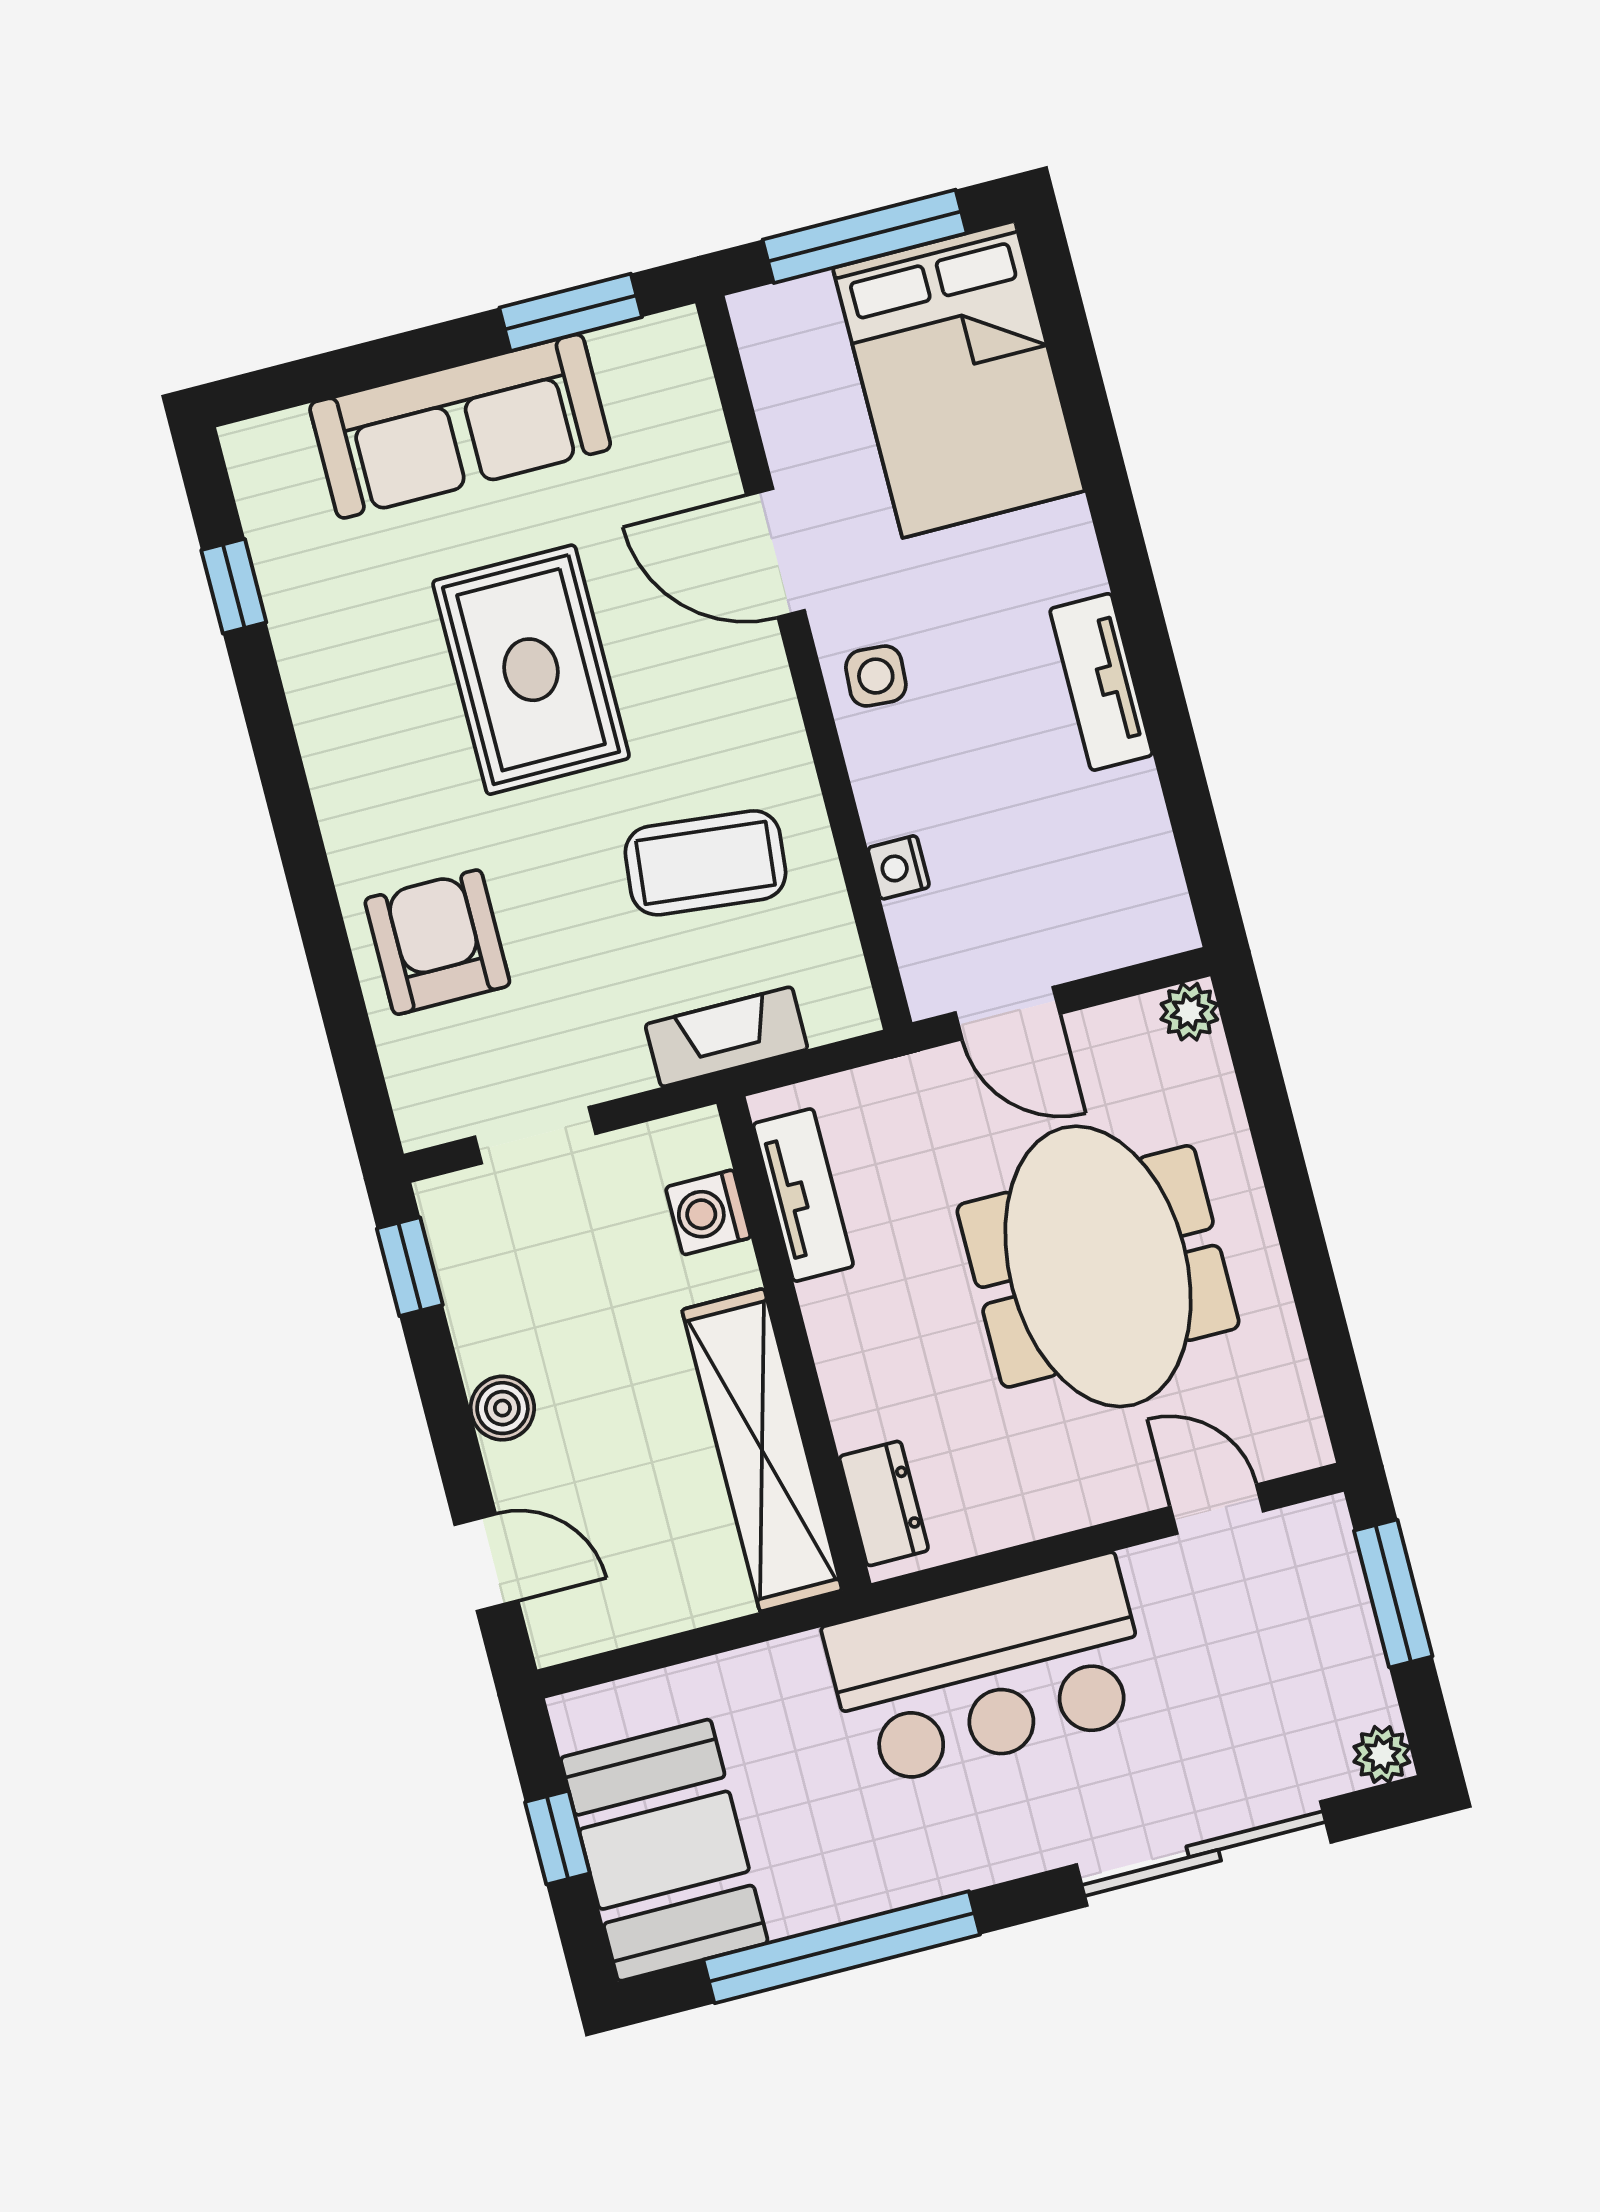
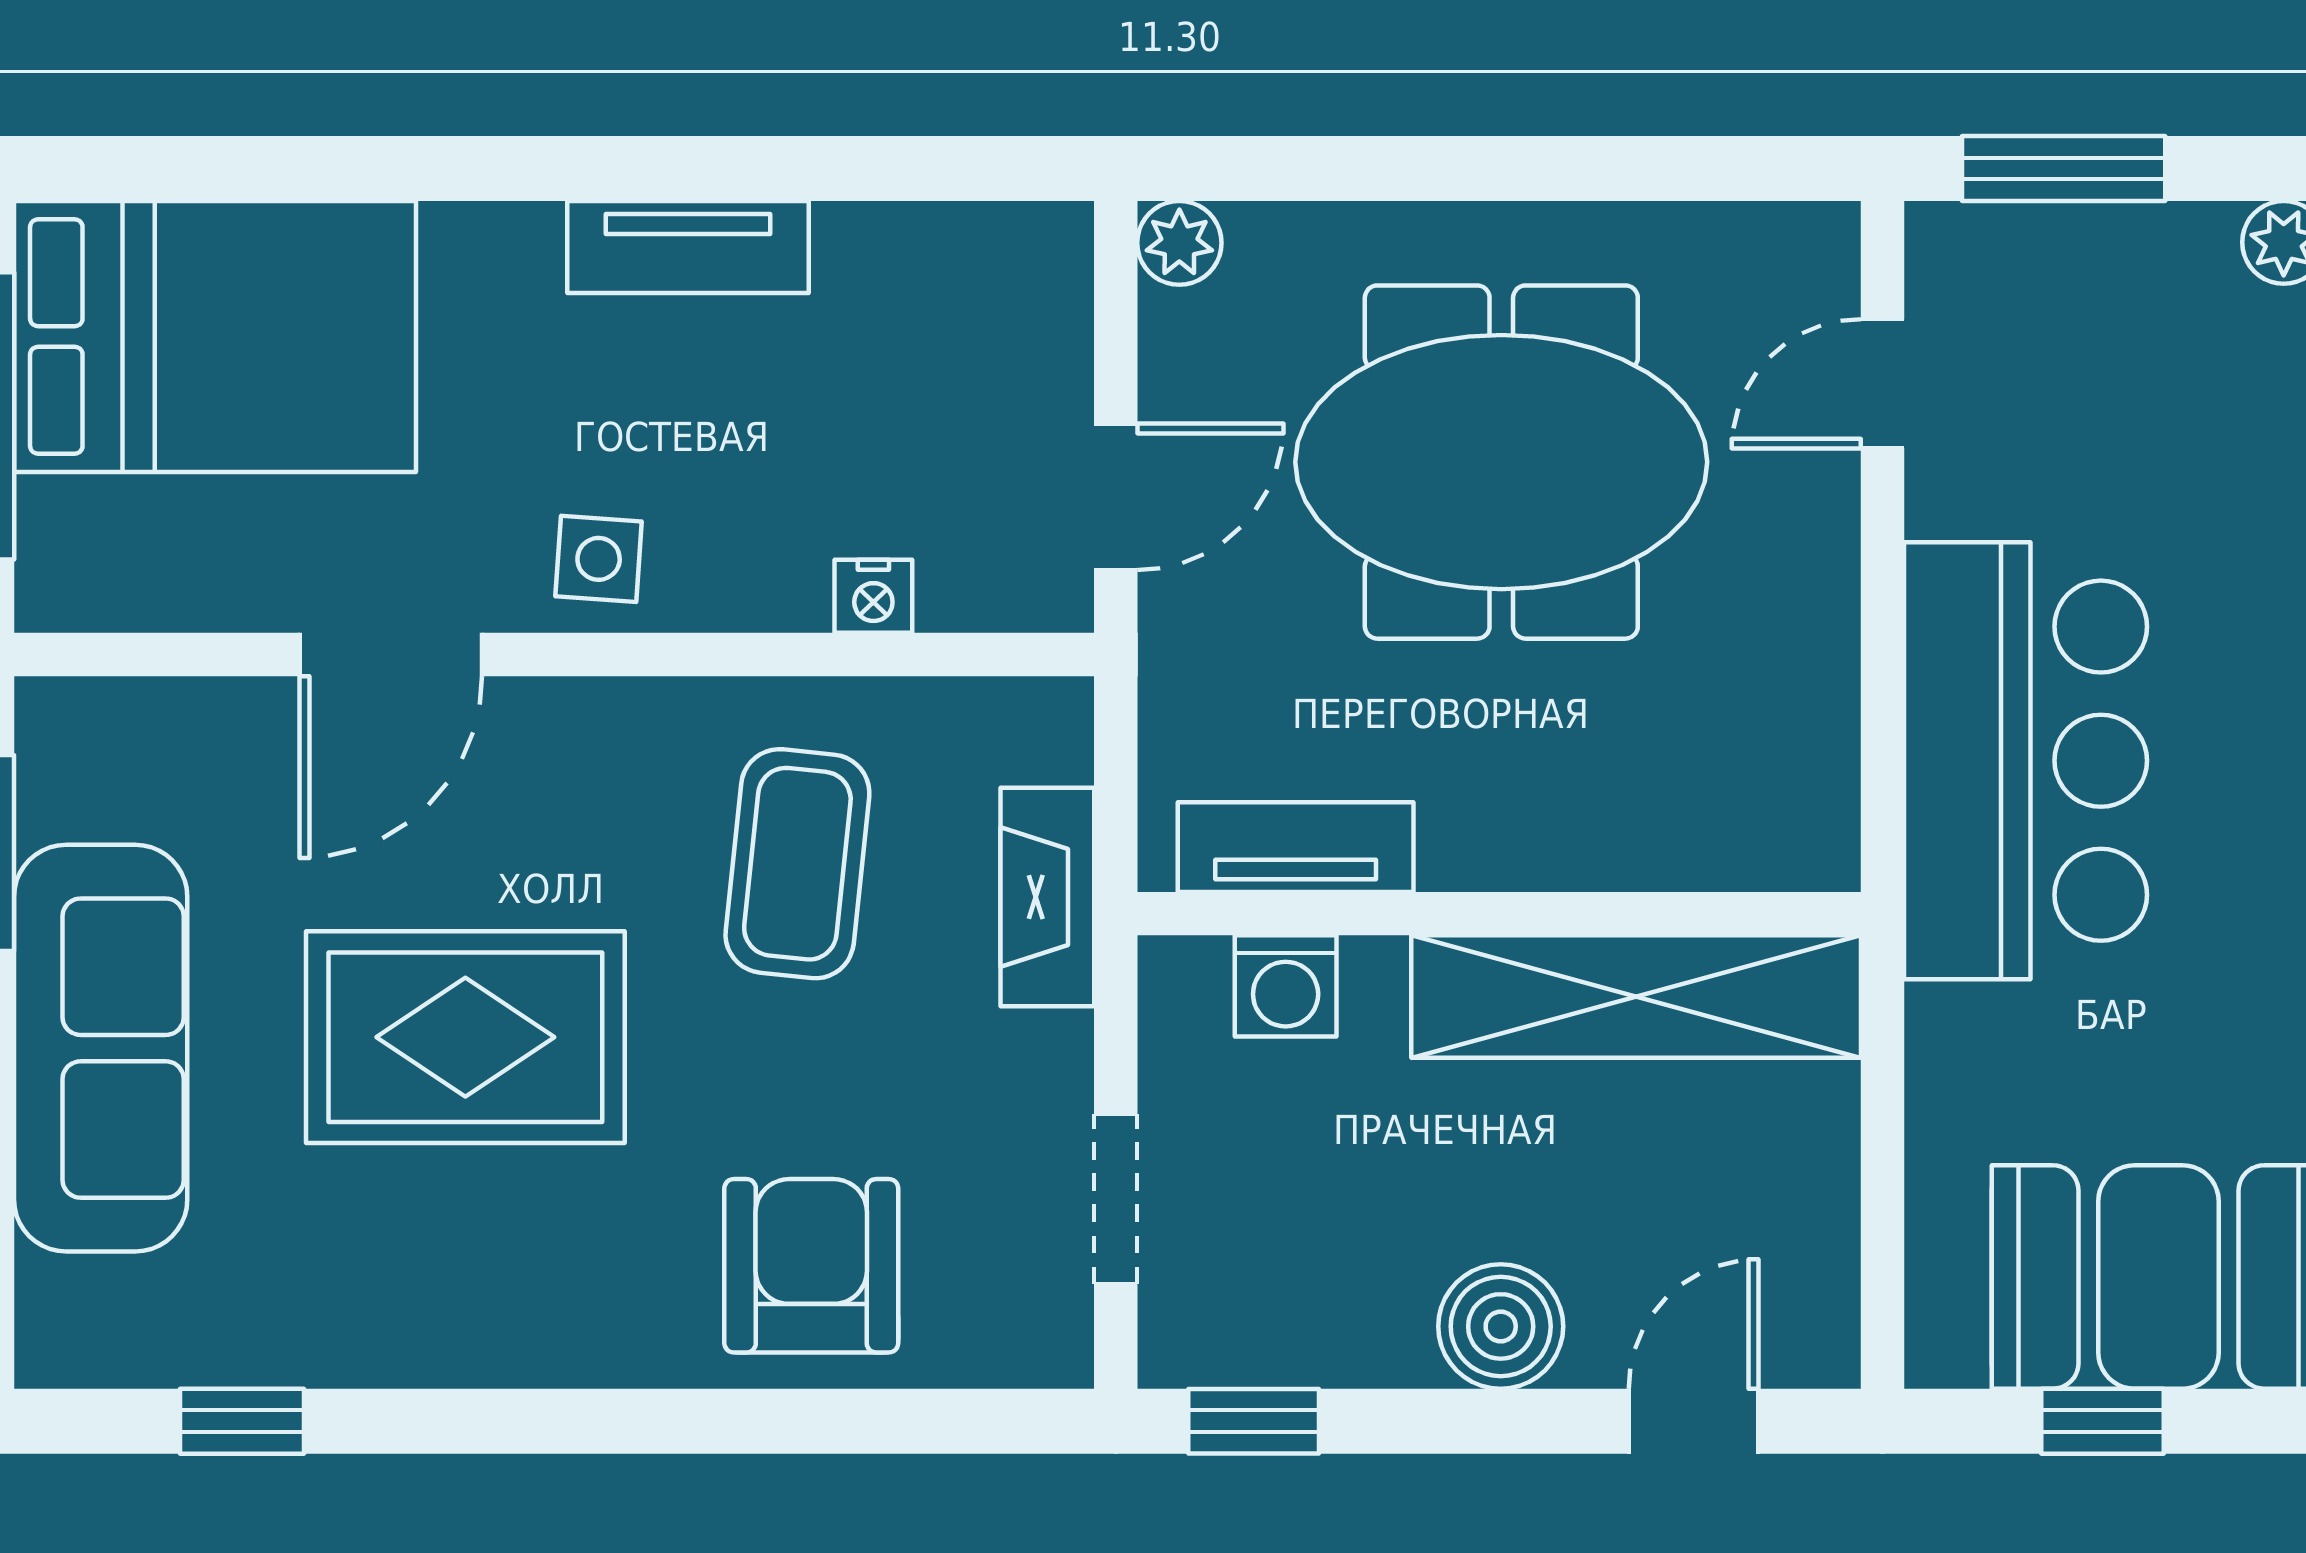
armchair: (437, 942) -> (811, 1266), turned 90
boiler: (502, 1408) -> (1501, 1326), width x1.36, depth x1.36
dresser: (884, 1503) -> (1754, 846), removed

